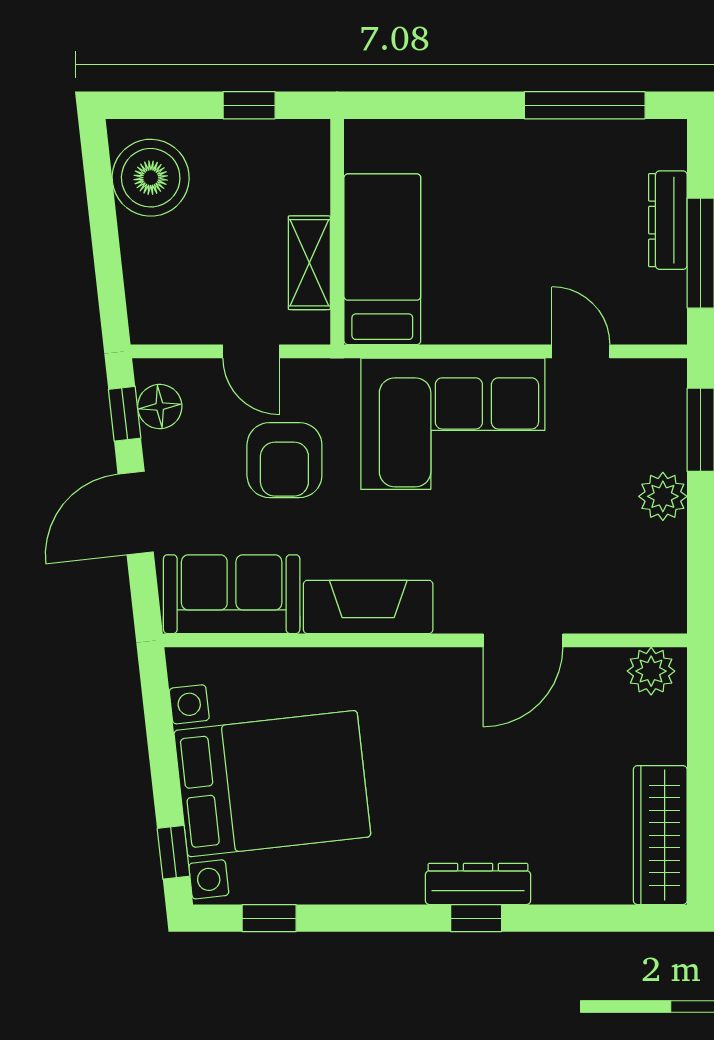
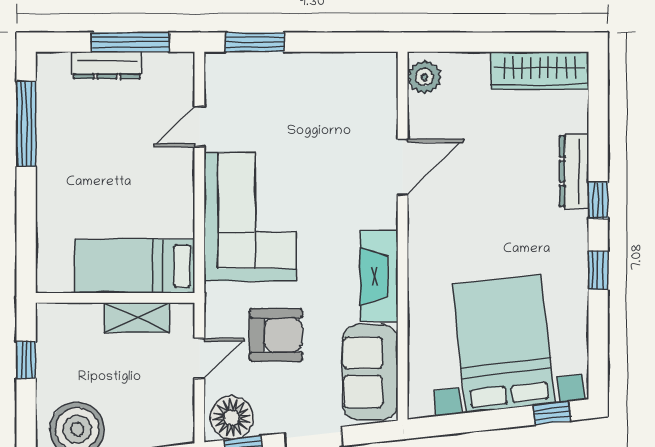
floor lamp: (160, 407) -> (232, 418), width x1.38, depth x1.38
plant: (663, 496) -> (301, 69), removed
door: (523, 640) -> (403, 167), hinge flipped
dresser: (478, 884) -> (574, 171), moved
window: (269, 918) -> (598, 270), moved

